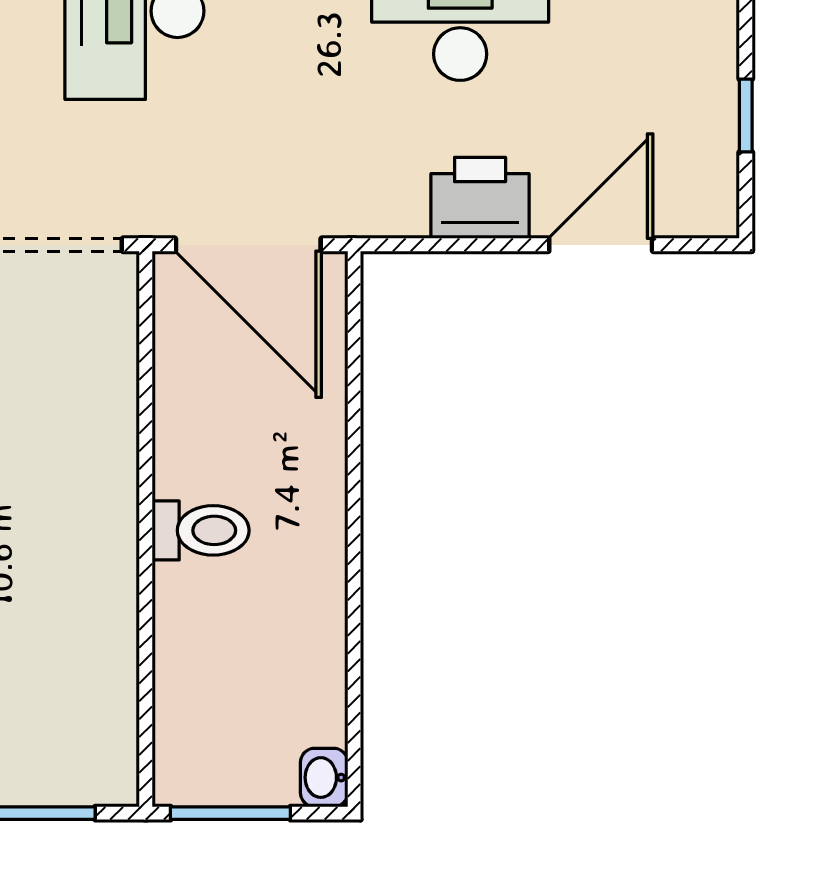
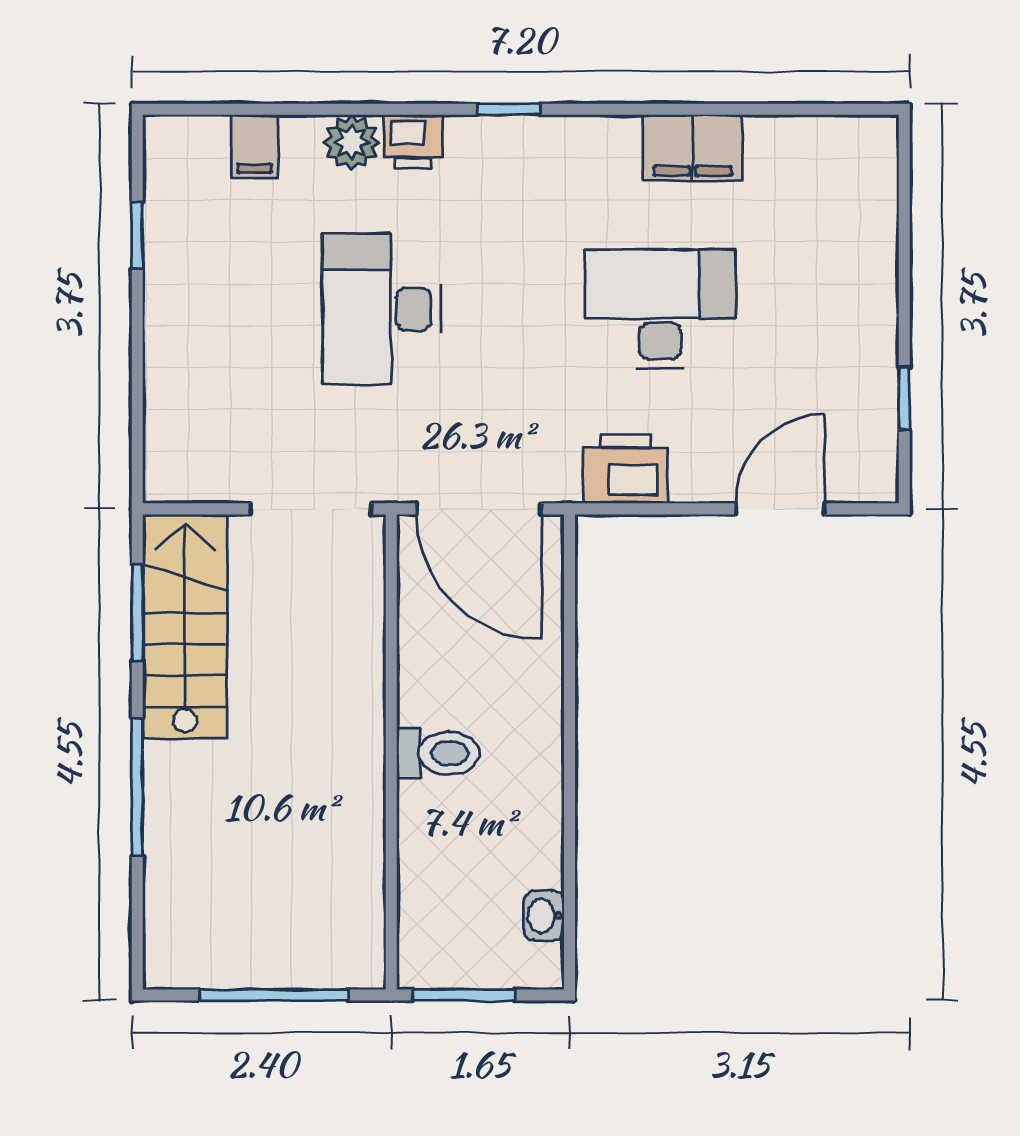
printer: (480, 198) -> (626, 469), moved
washbasin: (324, 778) -> (544, 916), moved

